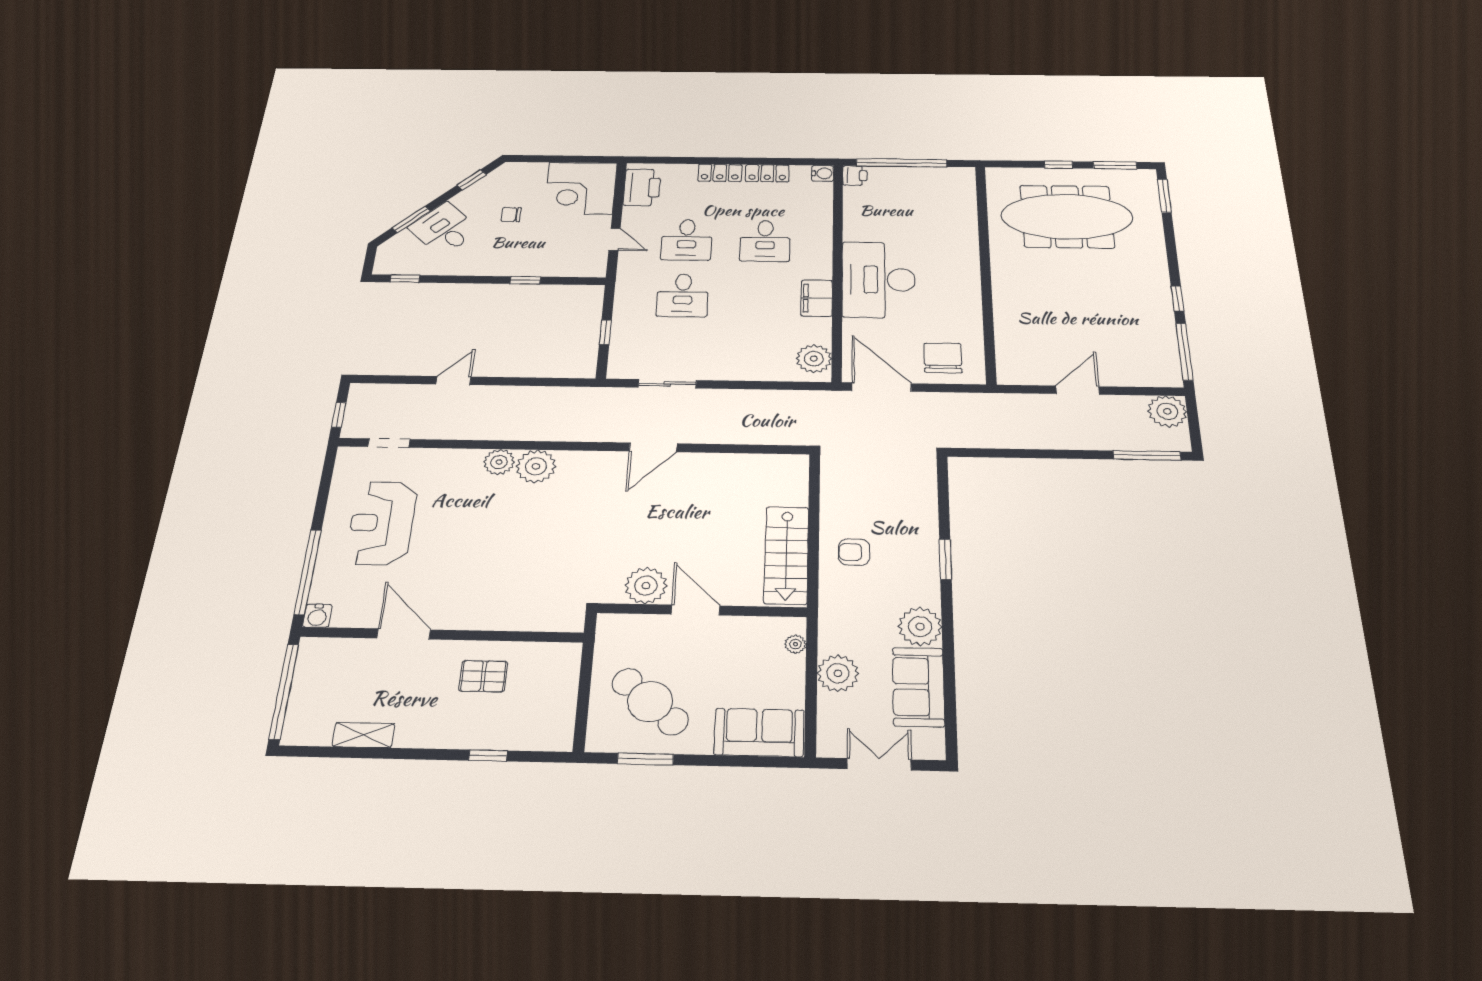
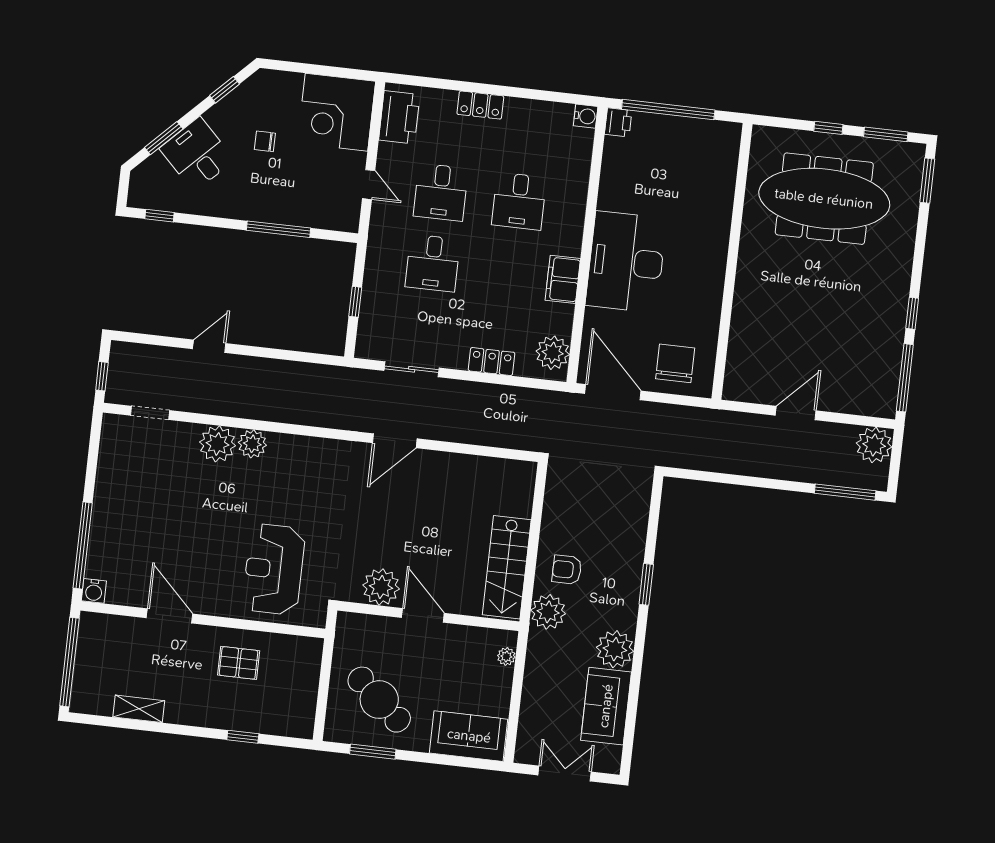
locker: (767, 173) -> (492, 362), moved, turned 180
window: (525, 280) -> (279, 229), width x2.17
plant: (536, 466) -> (218, 444), moved
reception desk: (382, 523) -> (274, 569), moved
plant: (838, 673) -> (548, 612), moved

